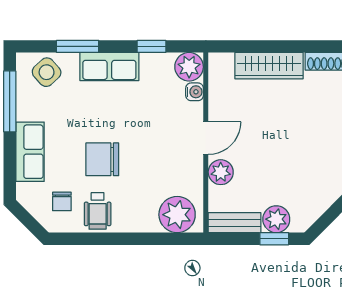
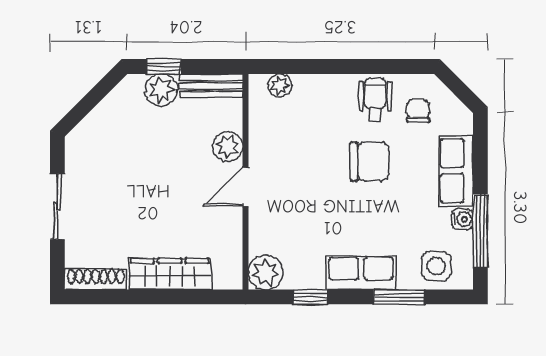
side table: (47, 72) -> (436, 266), turned 45
water cooler: (195, 92) -> (463, 219), moved, turned 180
plant: (177, 215) -> (280, 85), width x0.53, depth x0.53

